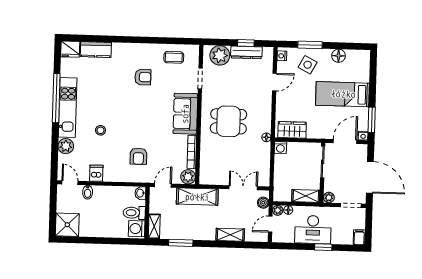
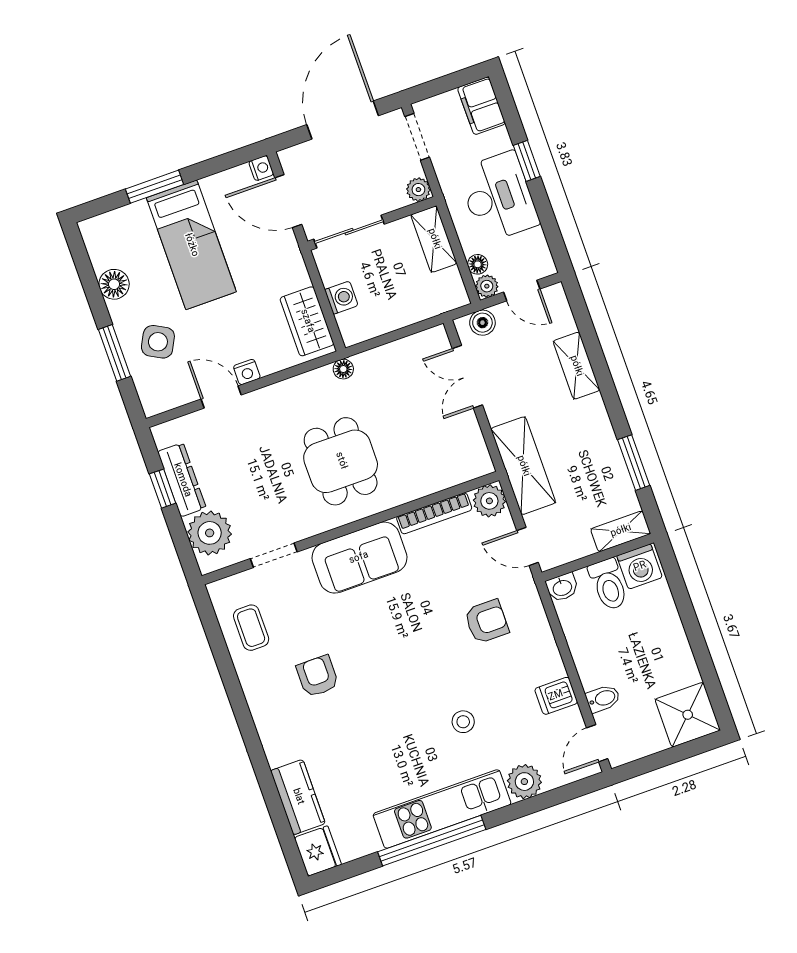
nightstand: (282, 56) -> (247, 372), moved
window: (372, 120) -> (155, 187), moved
washing machine: (280, 148) -> (341, 298), moved
filing cabinet: (359, 237) -> (481, 106), width x2.00

